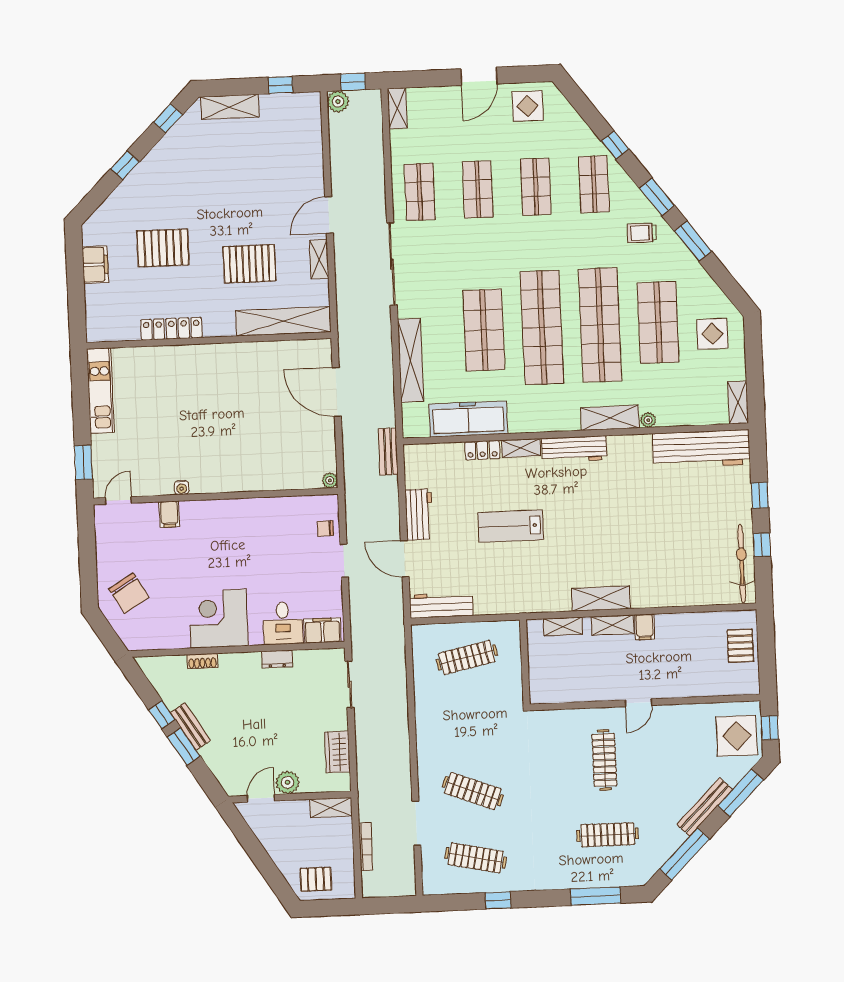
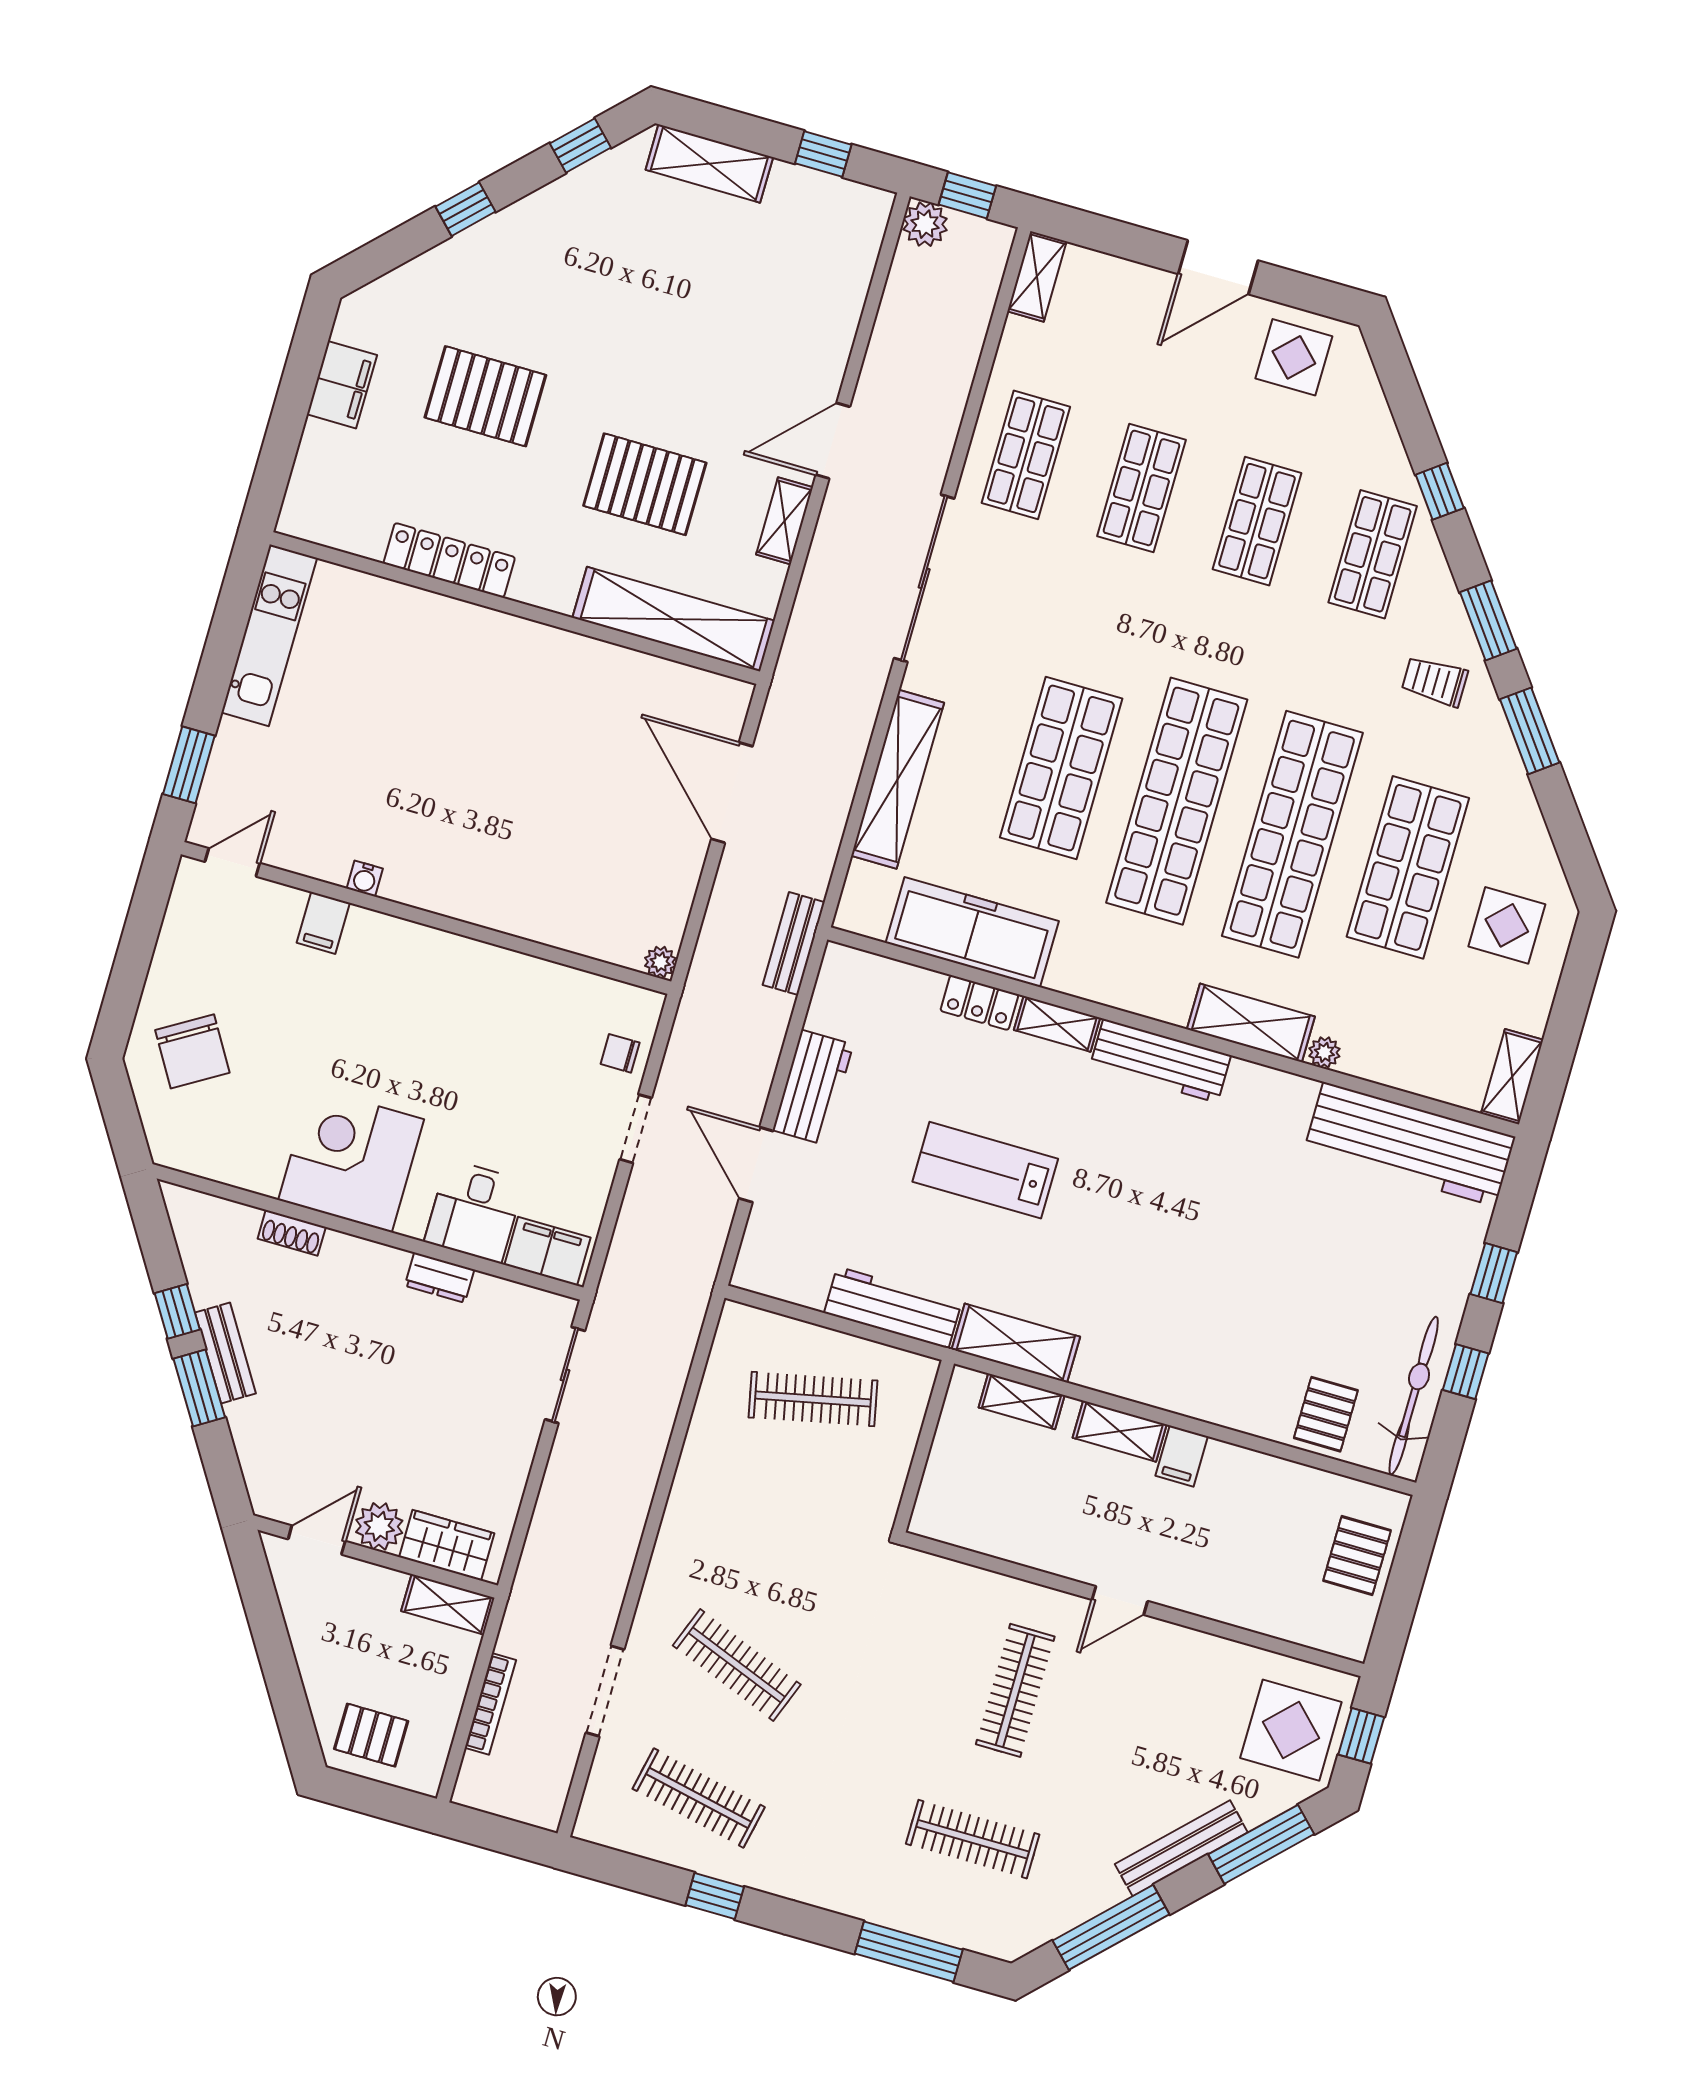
pallet: (704, 586) -> (1326, 1414), added
shelving: (601, 598) -> (1016, 1343), moved
workbench: (441, 605) -> (893, 1308), moved
wardrobe: (337, 752) -> (447, 1545), moved, turned 90

